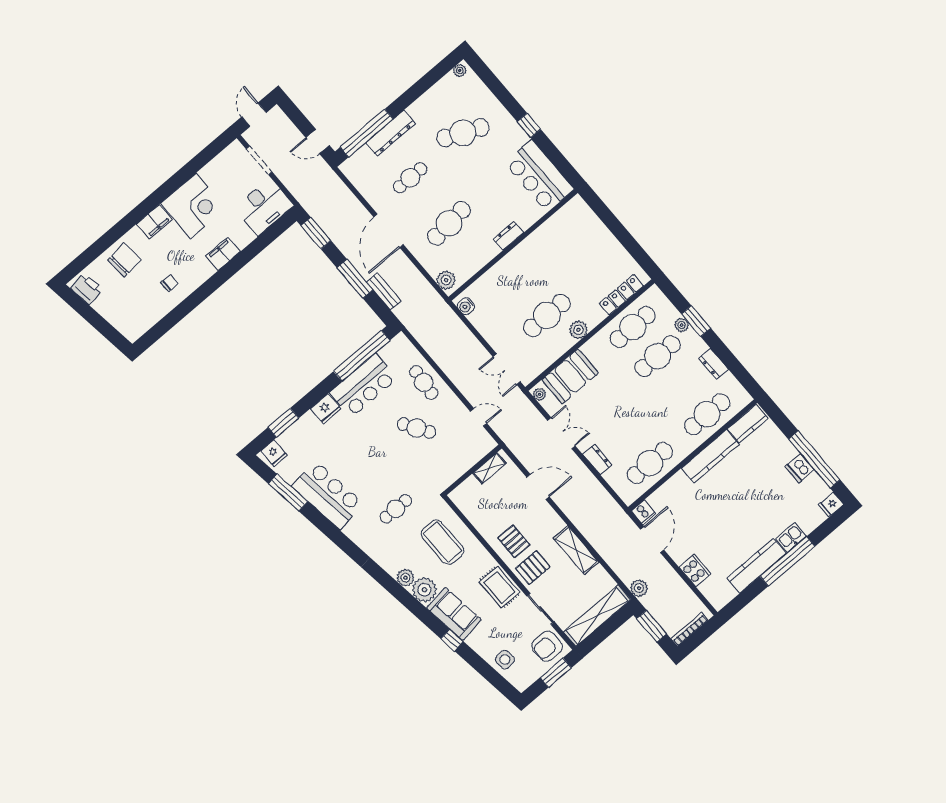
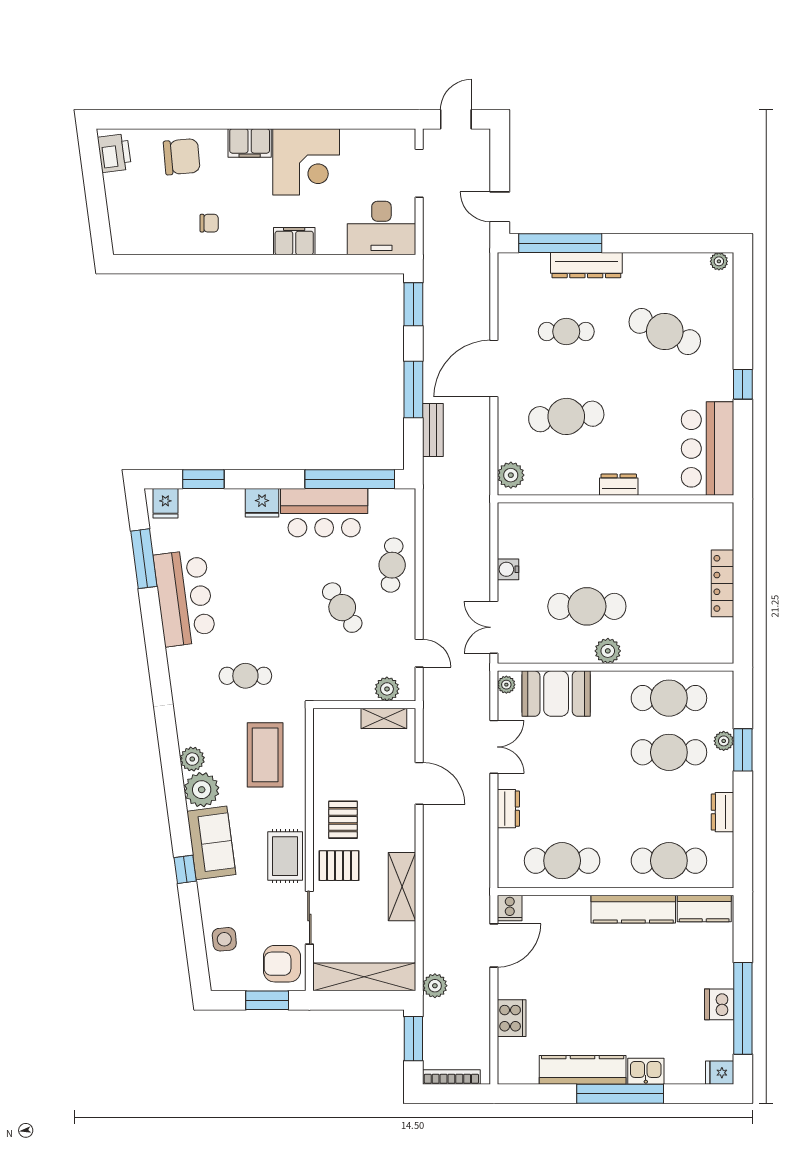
locker: (621, 295) -> (722, 583), moved, turned -90
water cooler: (466, 306) -> (508, 569), moved
plant: (478, 451) -> (387, 689), added

